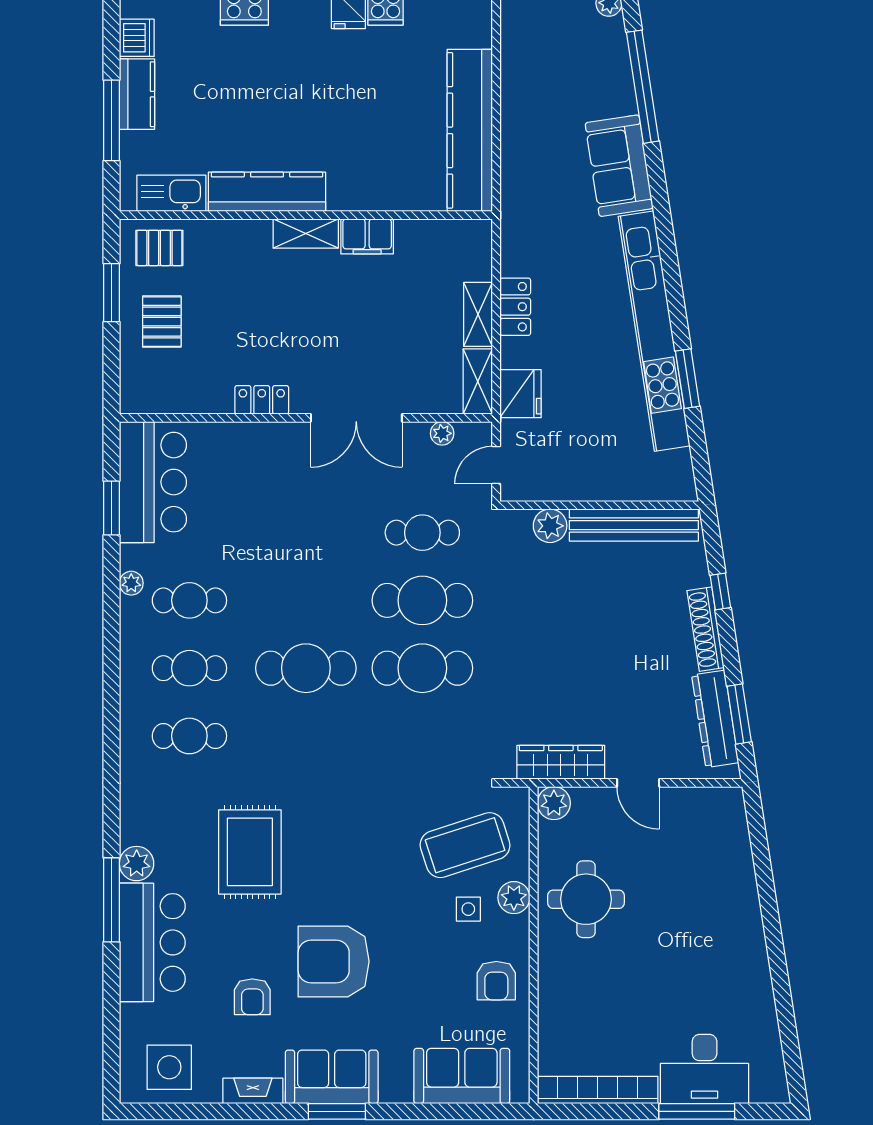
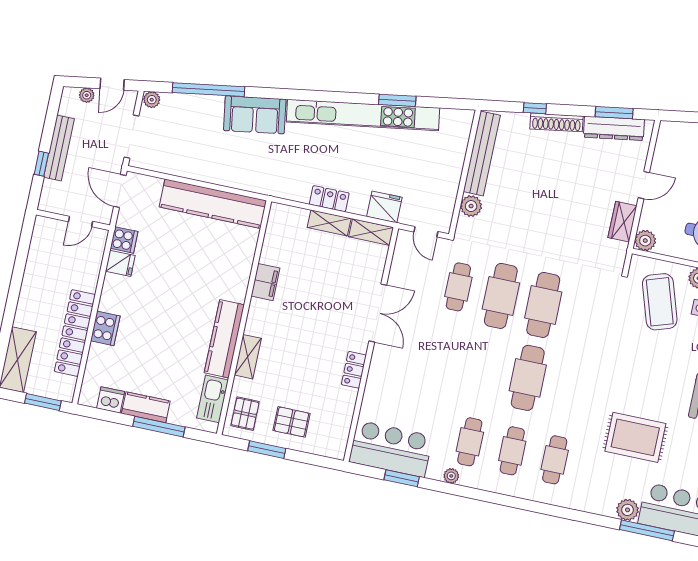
shelving: (306, 234) -> (248, 357), moved
plant: (442, 433) -> (399, 261), removed
wardrobe: (561, 762) -> (622, 222), width x0.67

